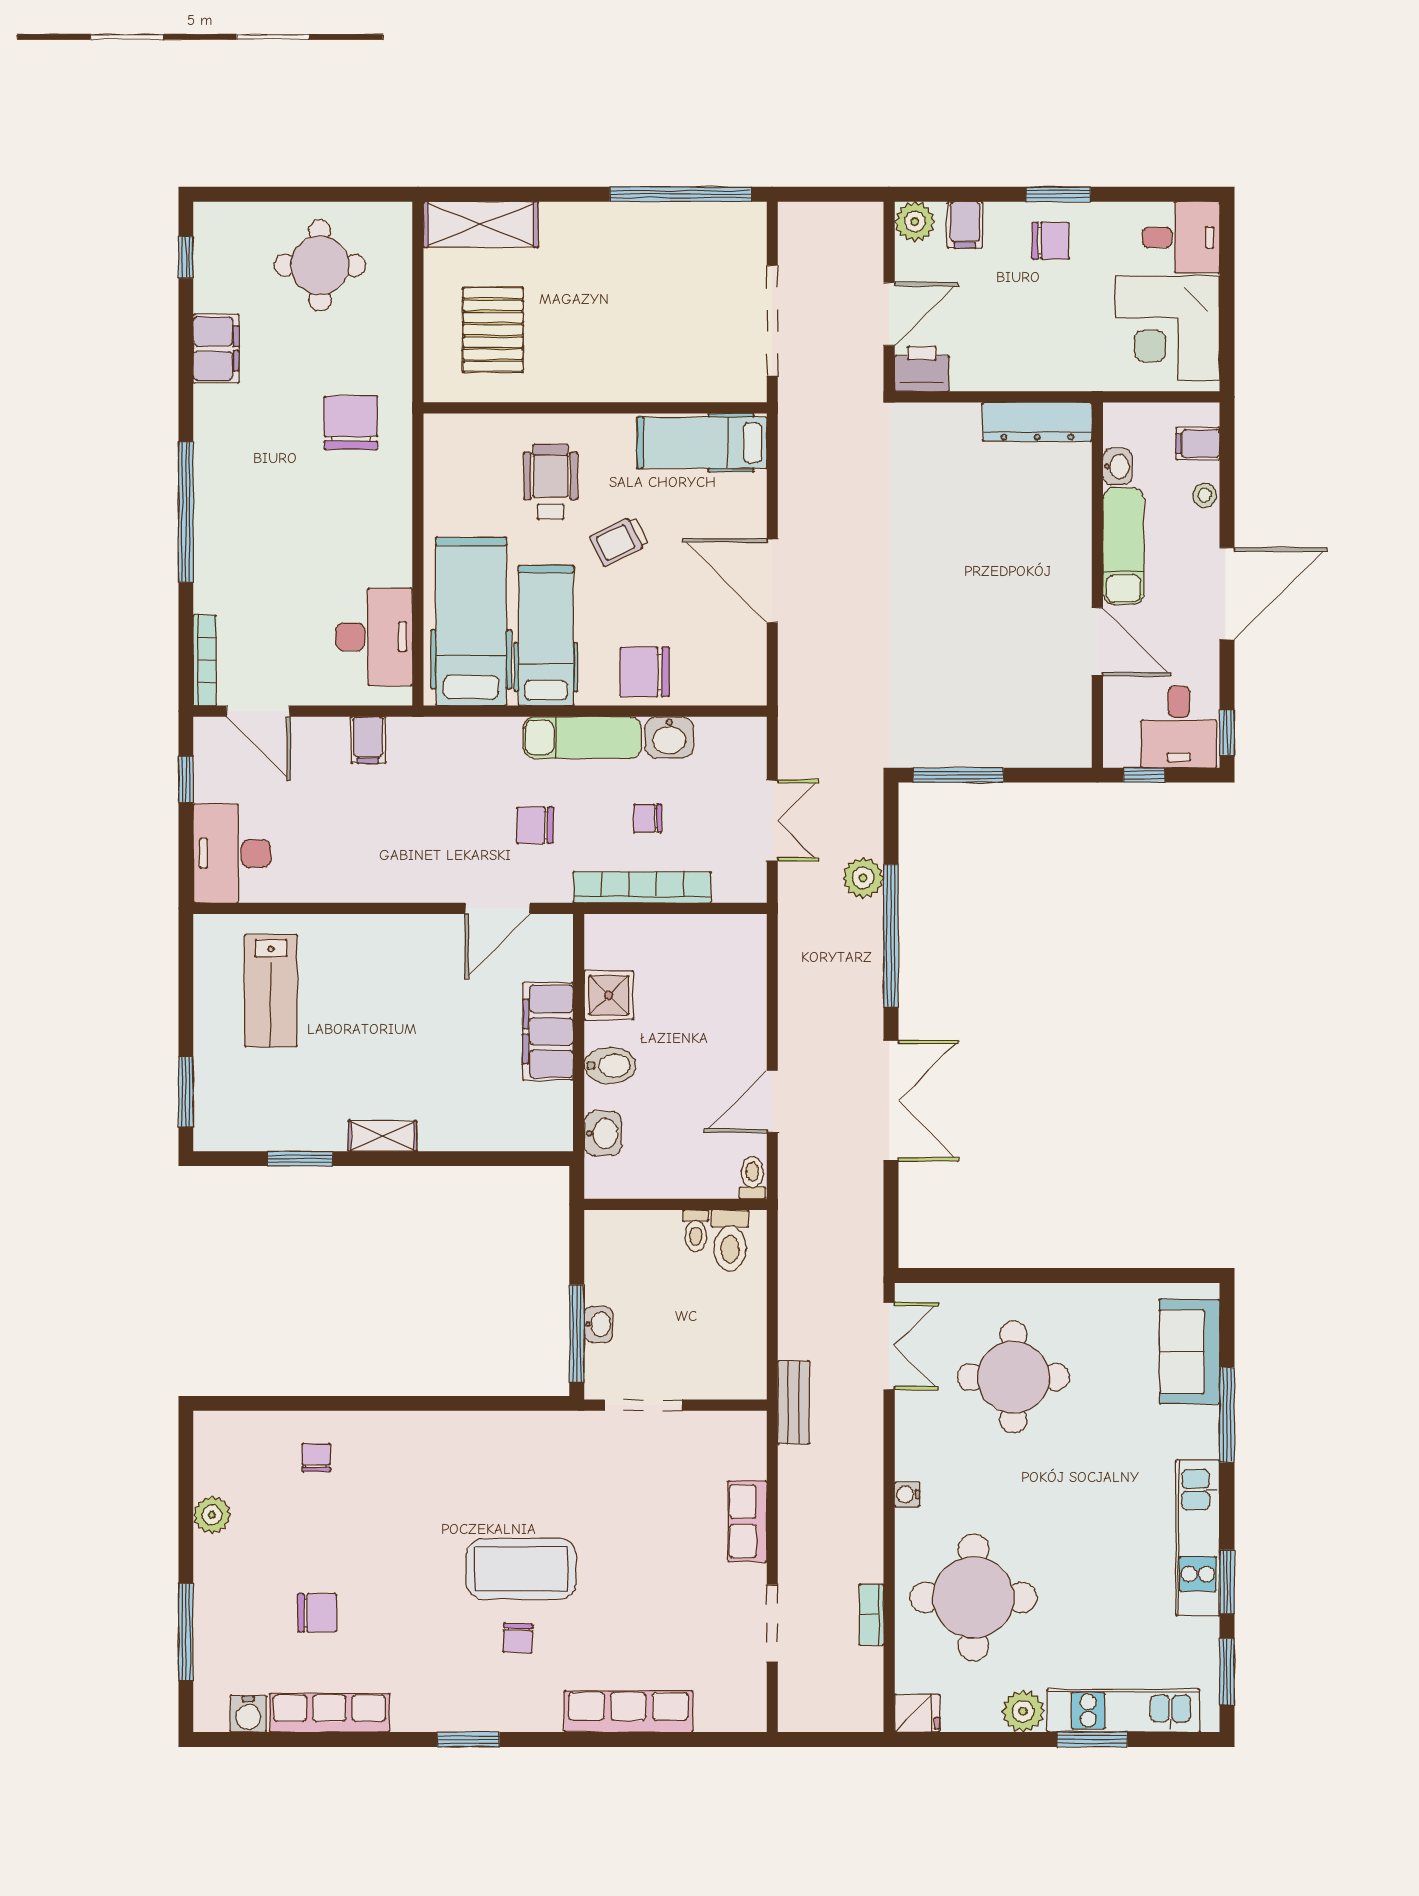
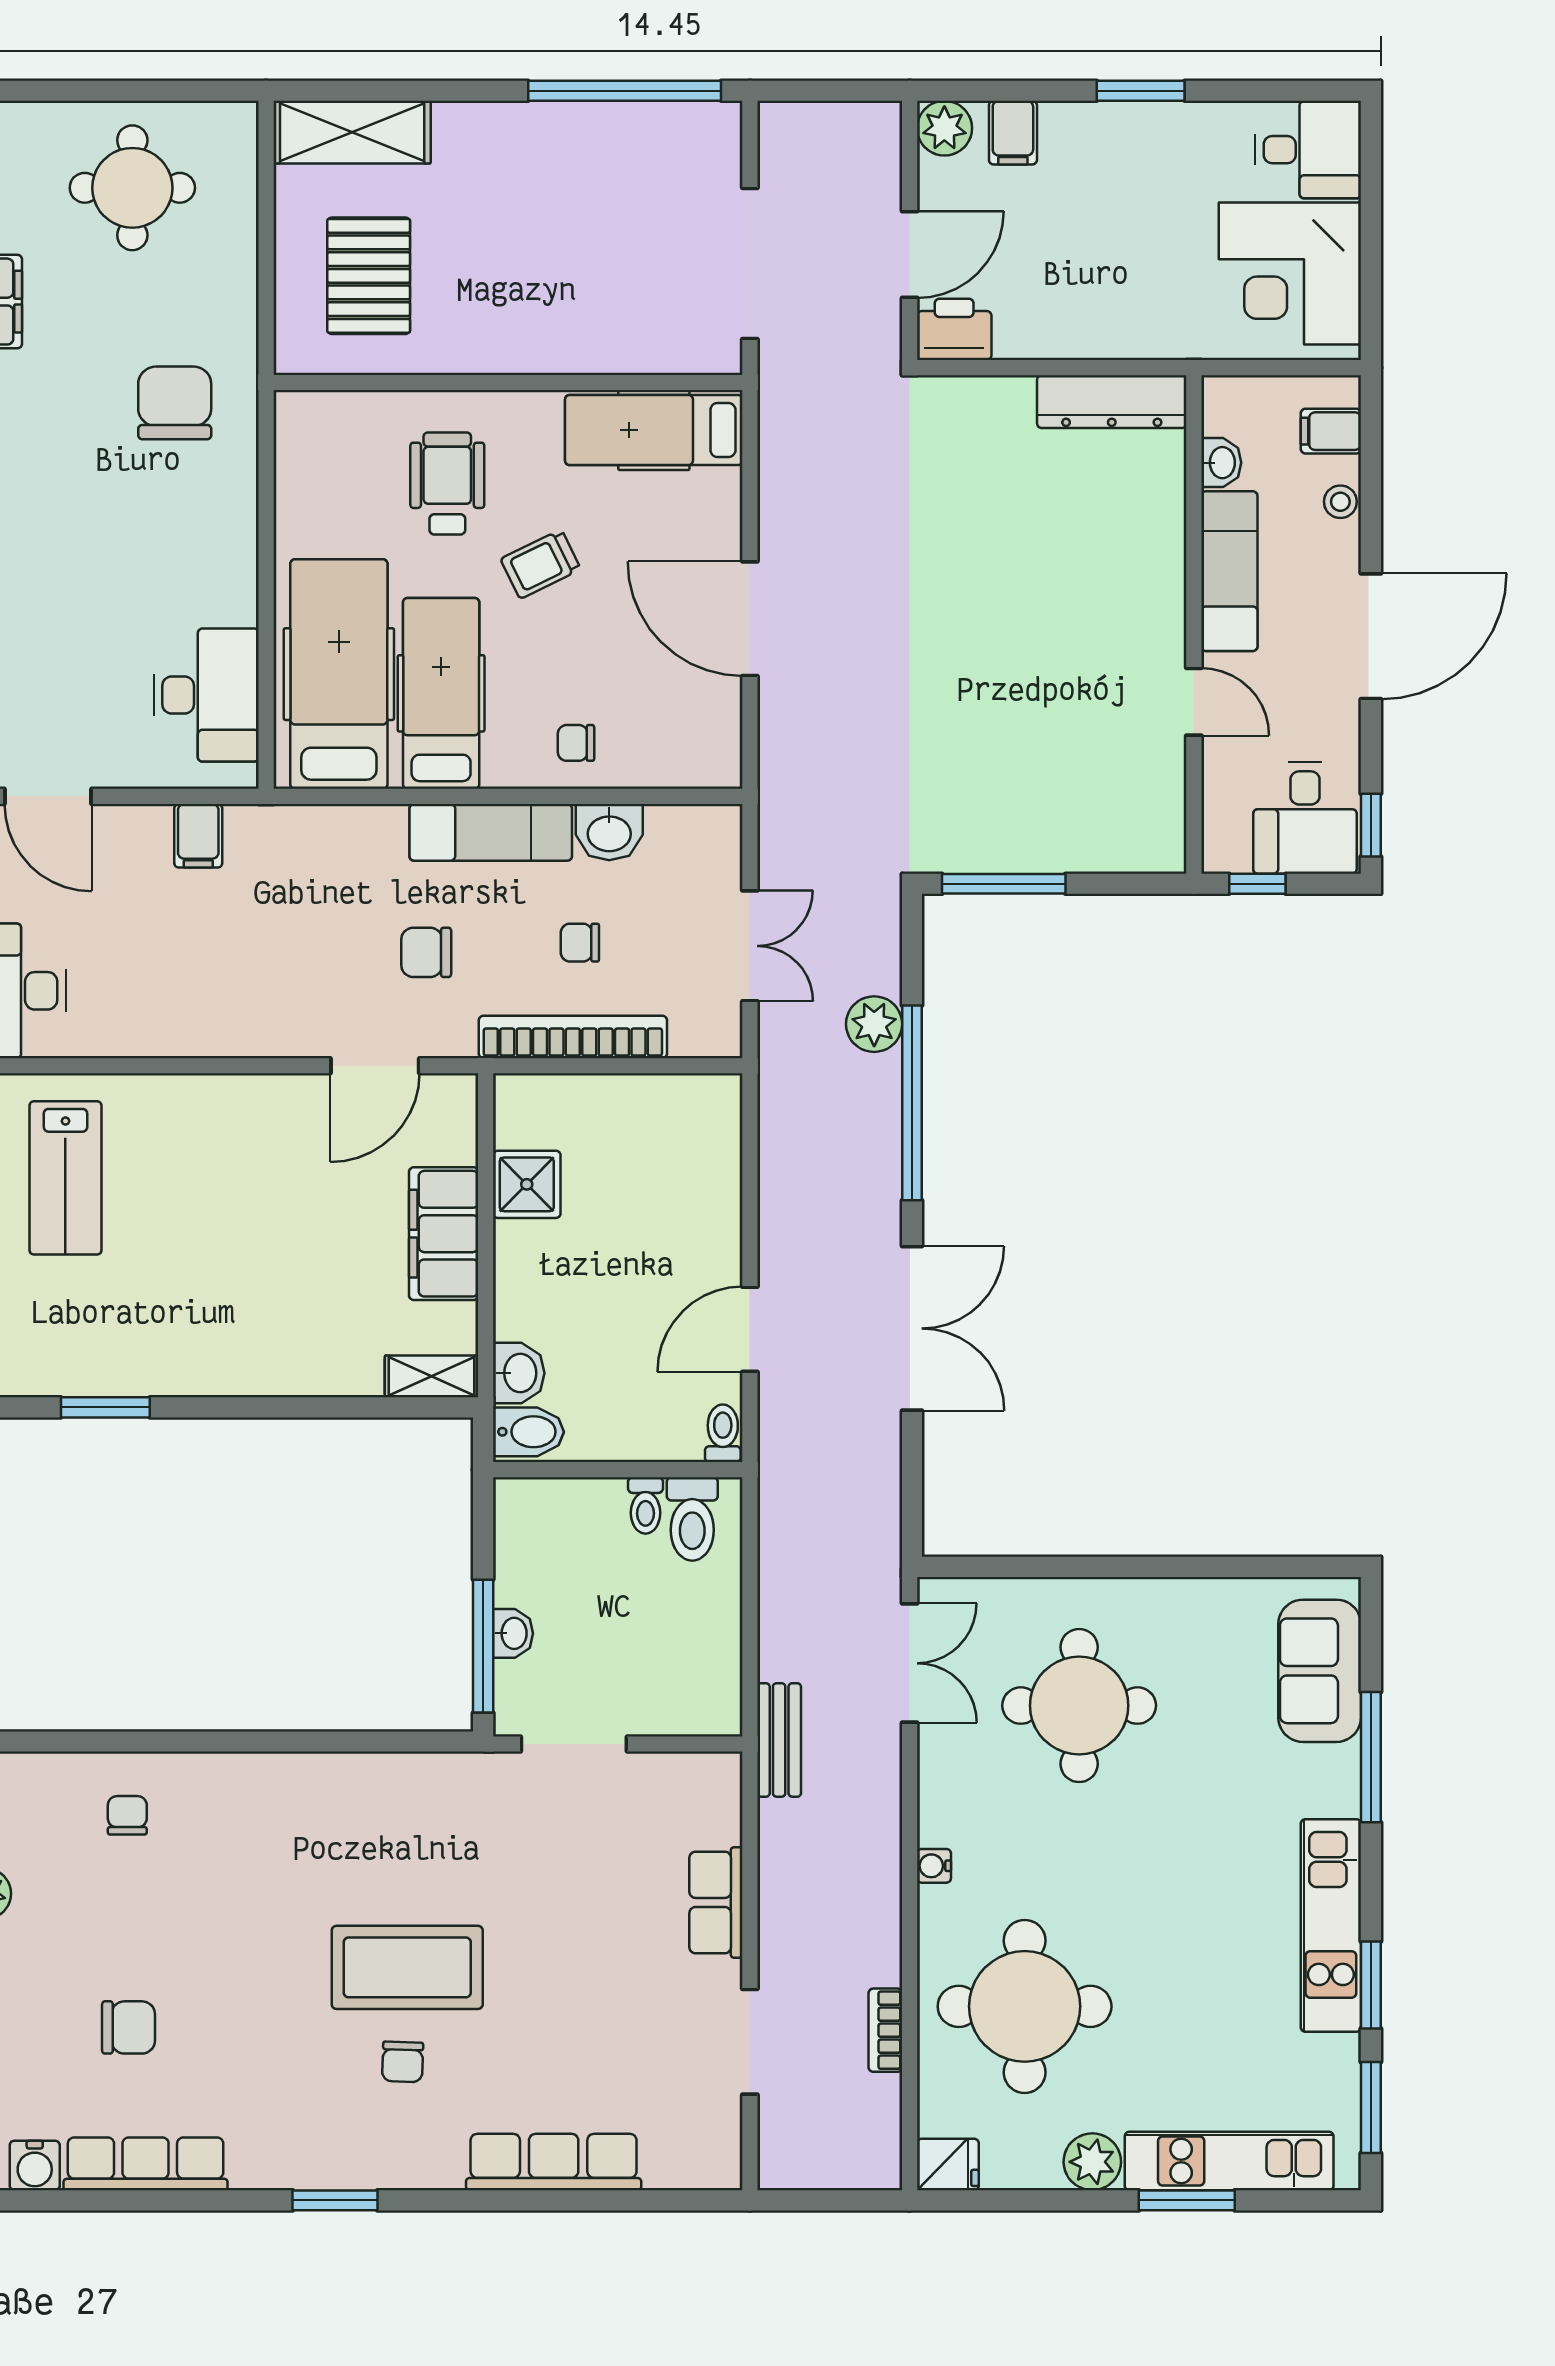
chair: (1051, 241) -> (1130, 154), removed
door: (1097, 642) -> (1194, 702), width x0.73
chair: (645, 672) -> (576, 743), width x0.54, depth x0.54
bidet: (610, 1065) -> (529, 1432), moved
shelving: (383, 1136) -> (431, 1376), moved

